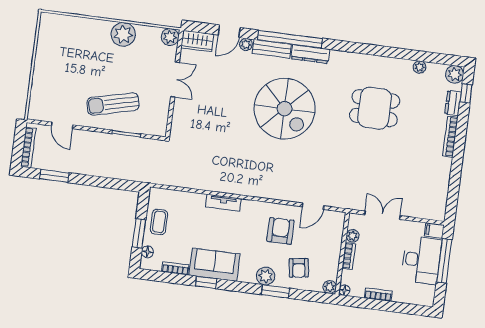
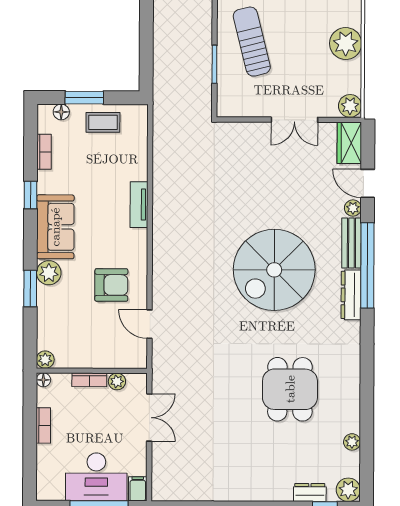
bookcase: (450, 137) -> (265, 495), removed
sofa: (215, 265) -> (55, 227), moved
armchair: (299, 268) -> (65, 315), removed

